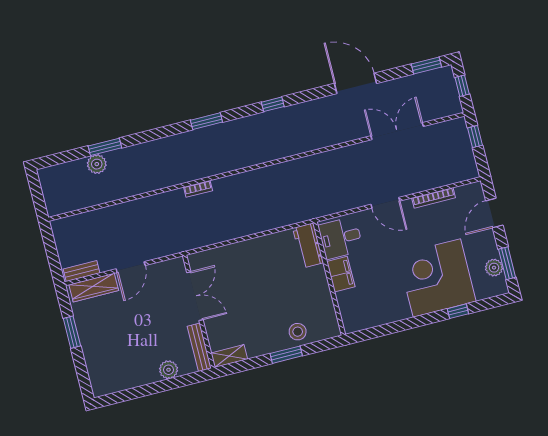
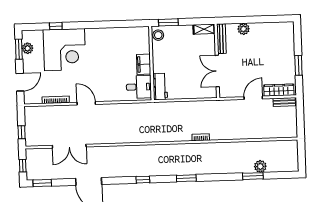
desk: (341, 238) -> (139, 87), moved
workbench: (308, 245) -> (160, 87), moved
filing cabinet: (341, 274) -> (144, 64), moved
wall: (329, 279) -> (151, 63), moved

